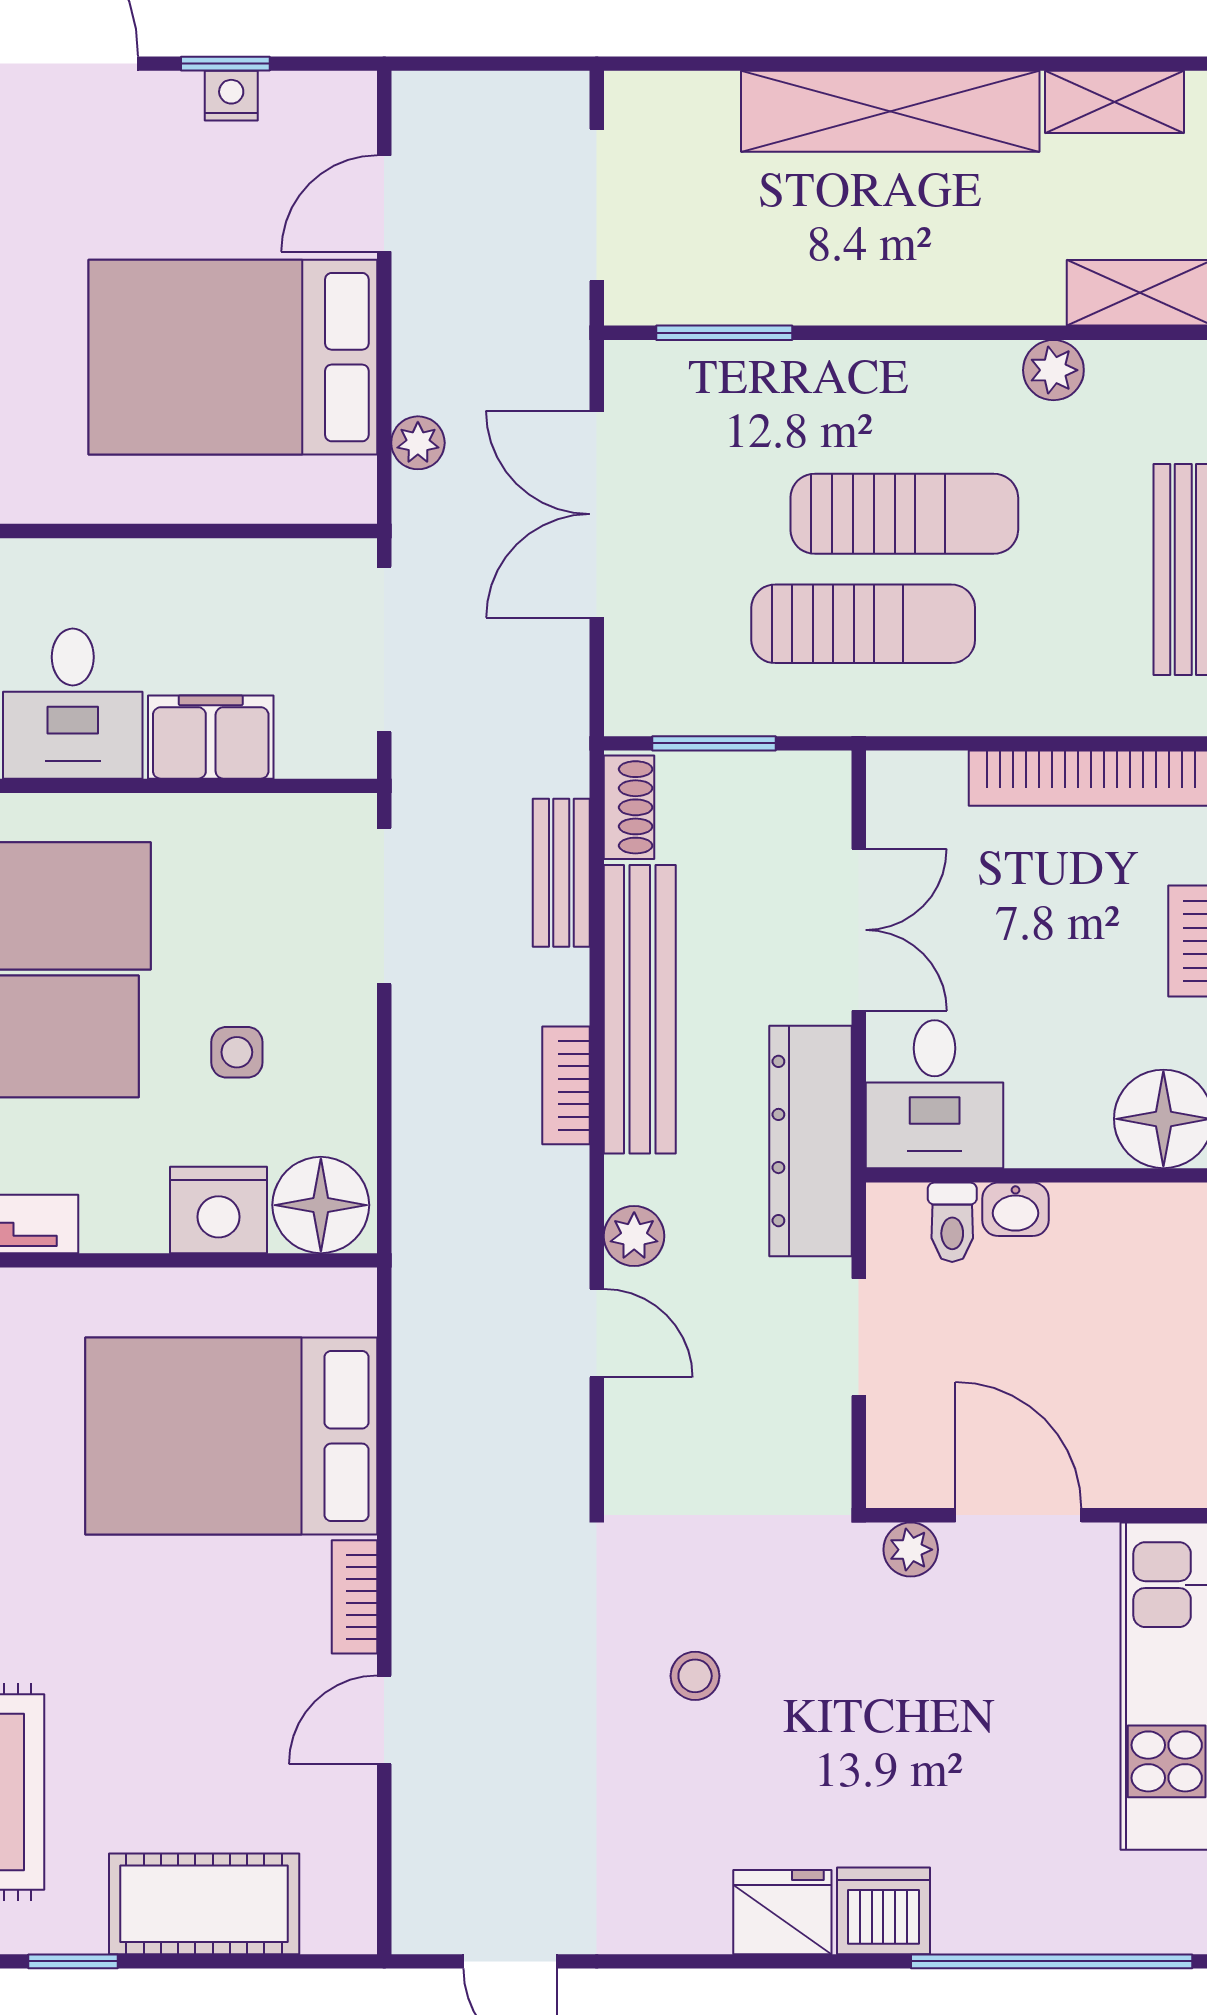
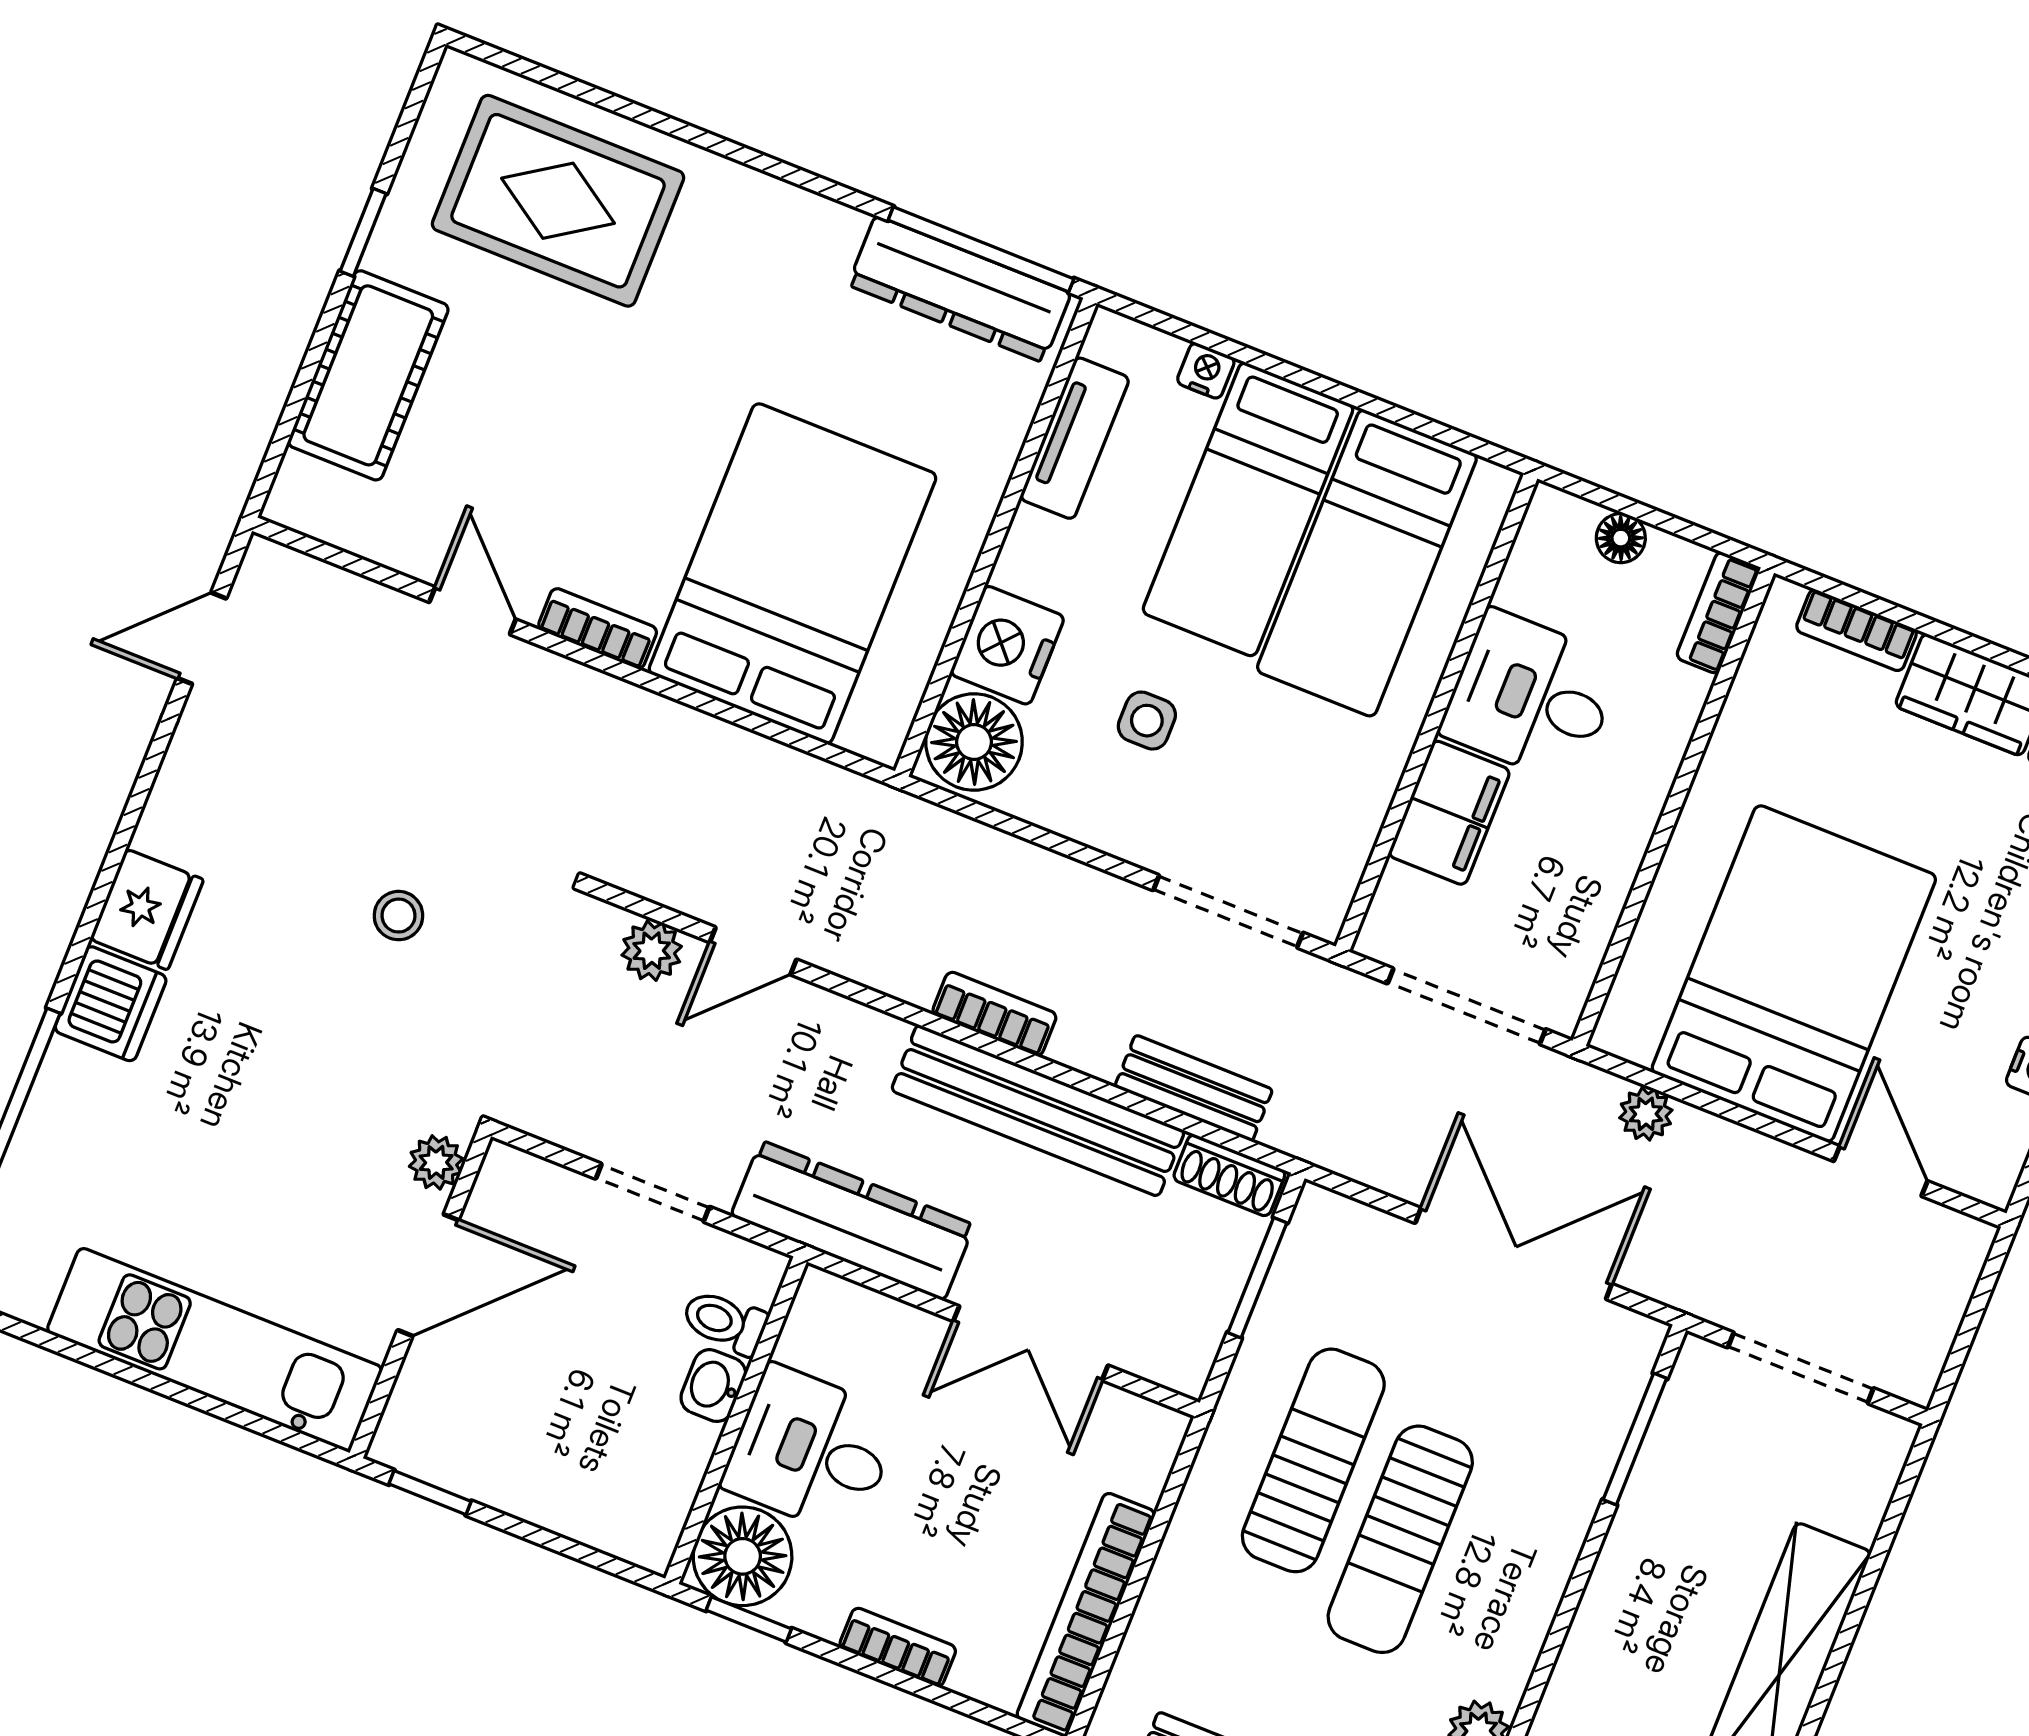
sun lounger: (863, 624) -> (1313, 1460), turned 180
desk: (935, 1094) -> (811, 1451), moved
plant: (634, 1236) -> (652, 951), moved

